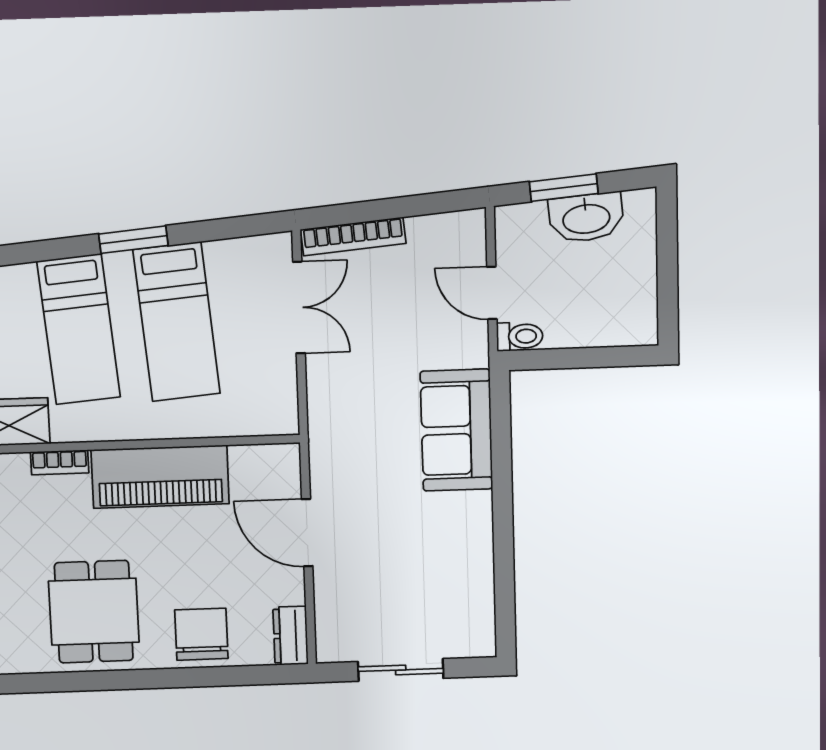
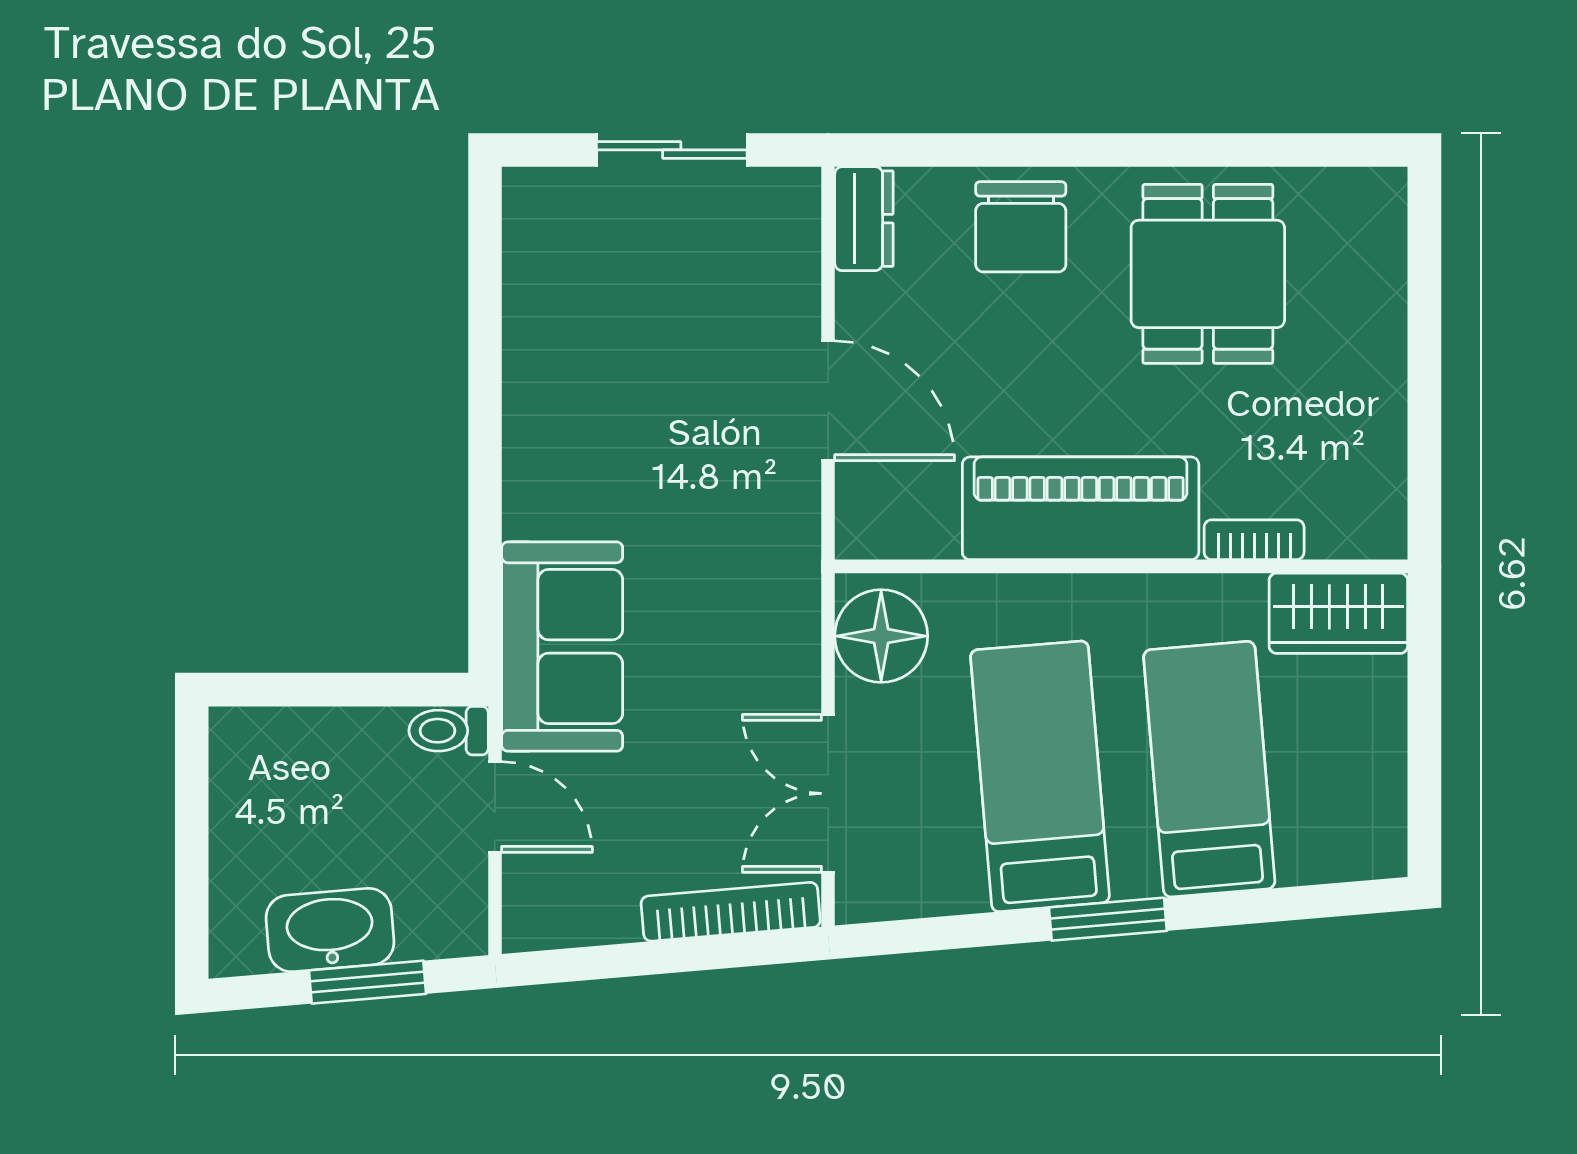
floor lamp: (272, 400) -> (881, 636), added
sofa: (456, 430) -> (562, 647), moved

